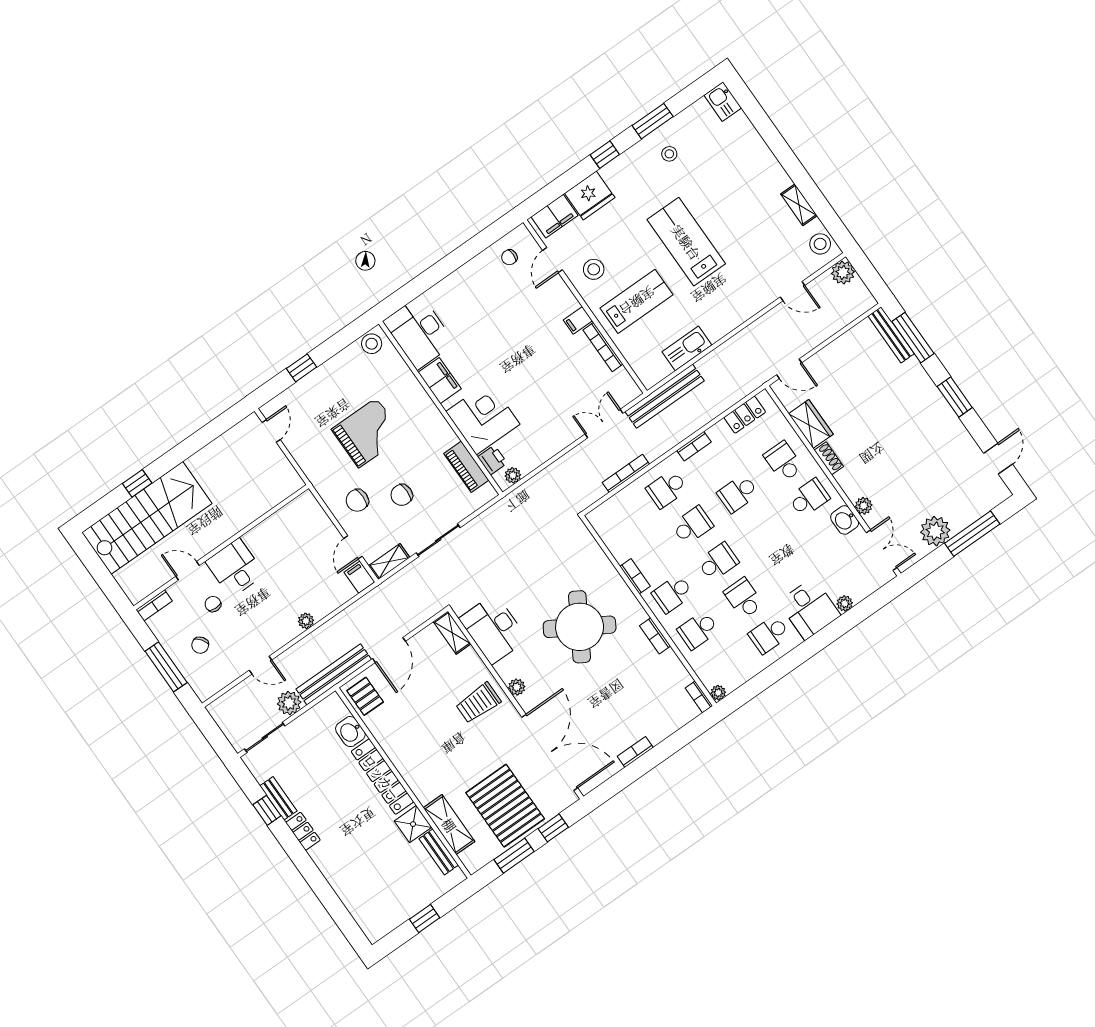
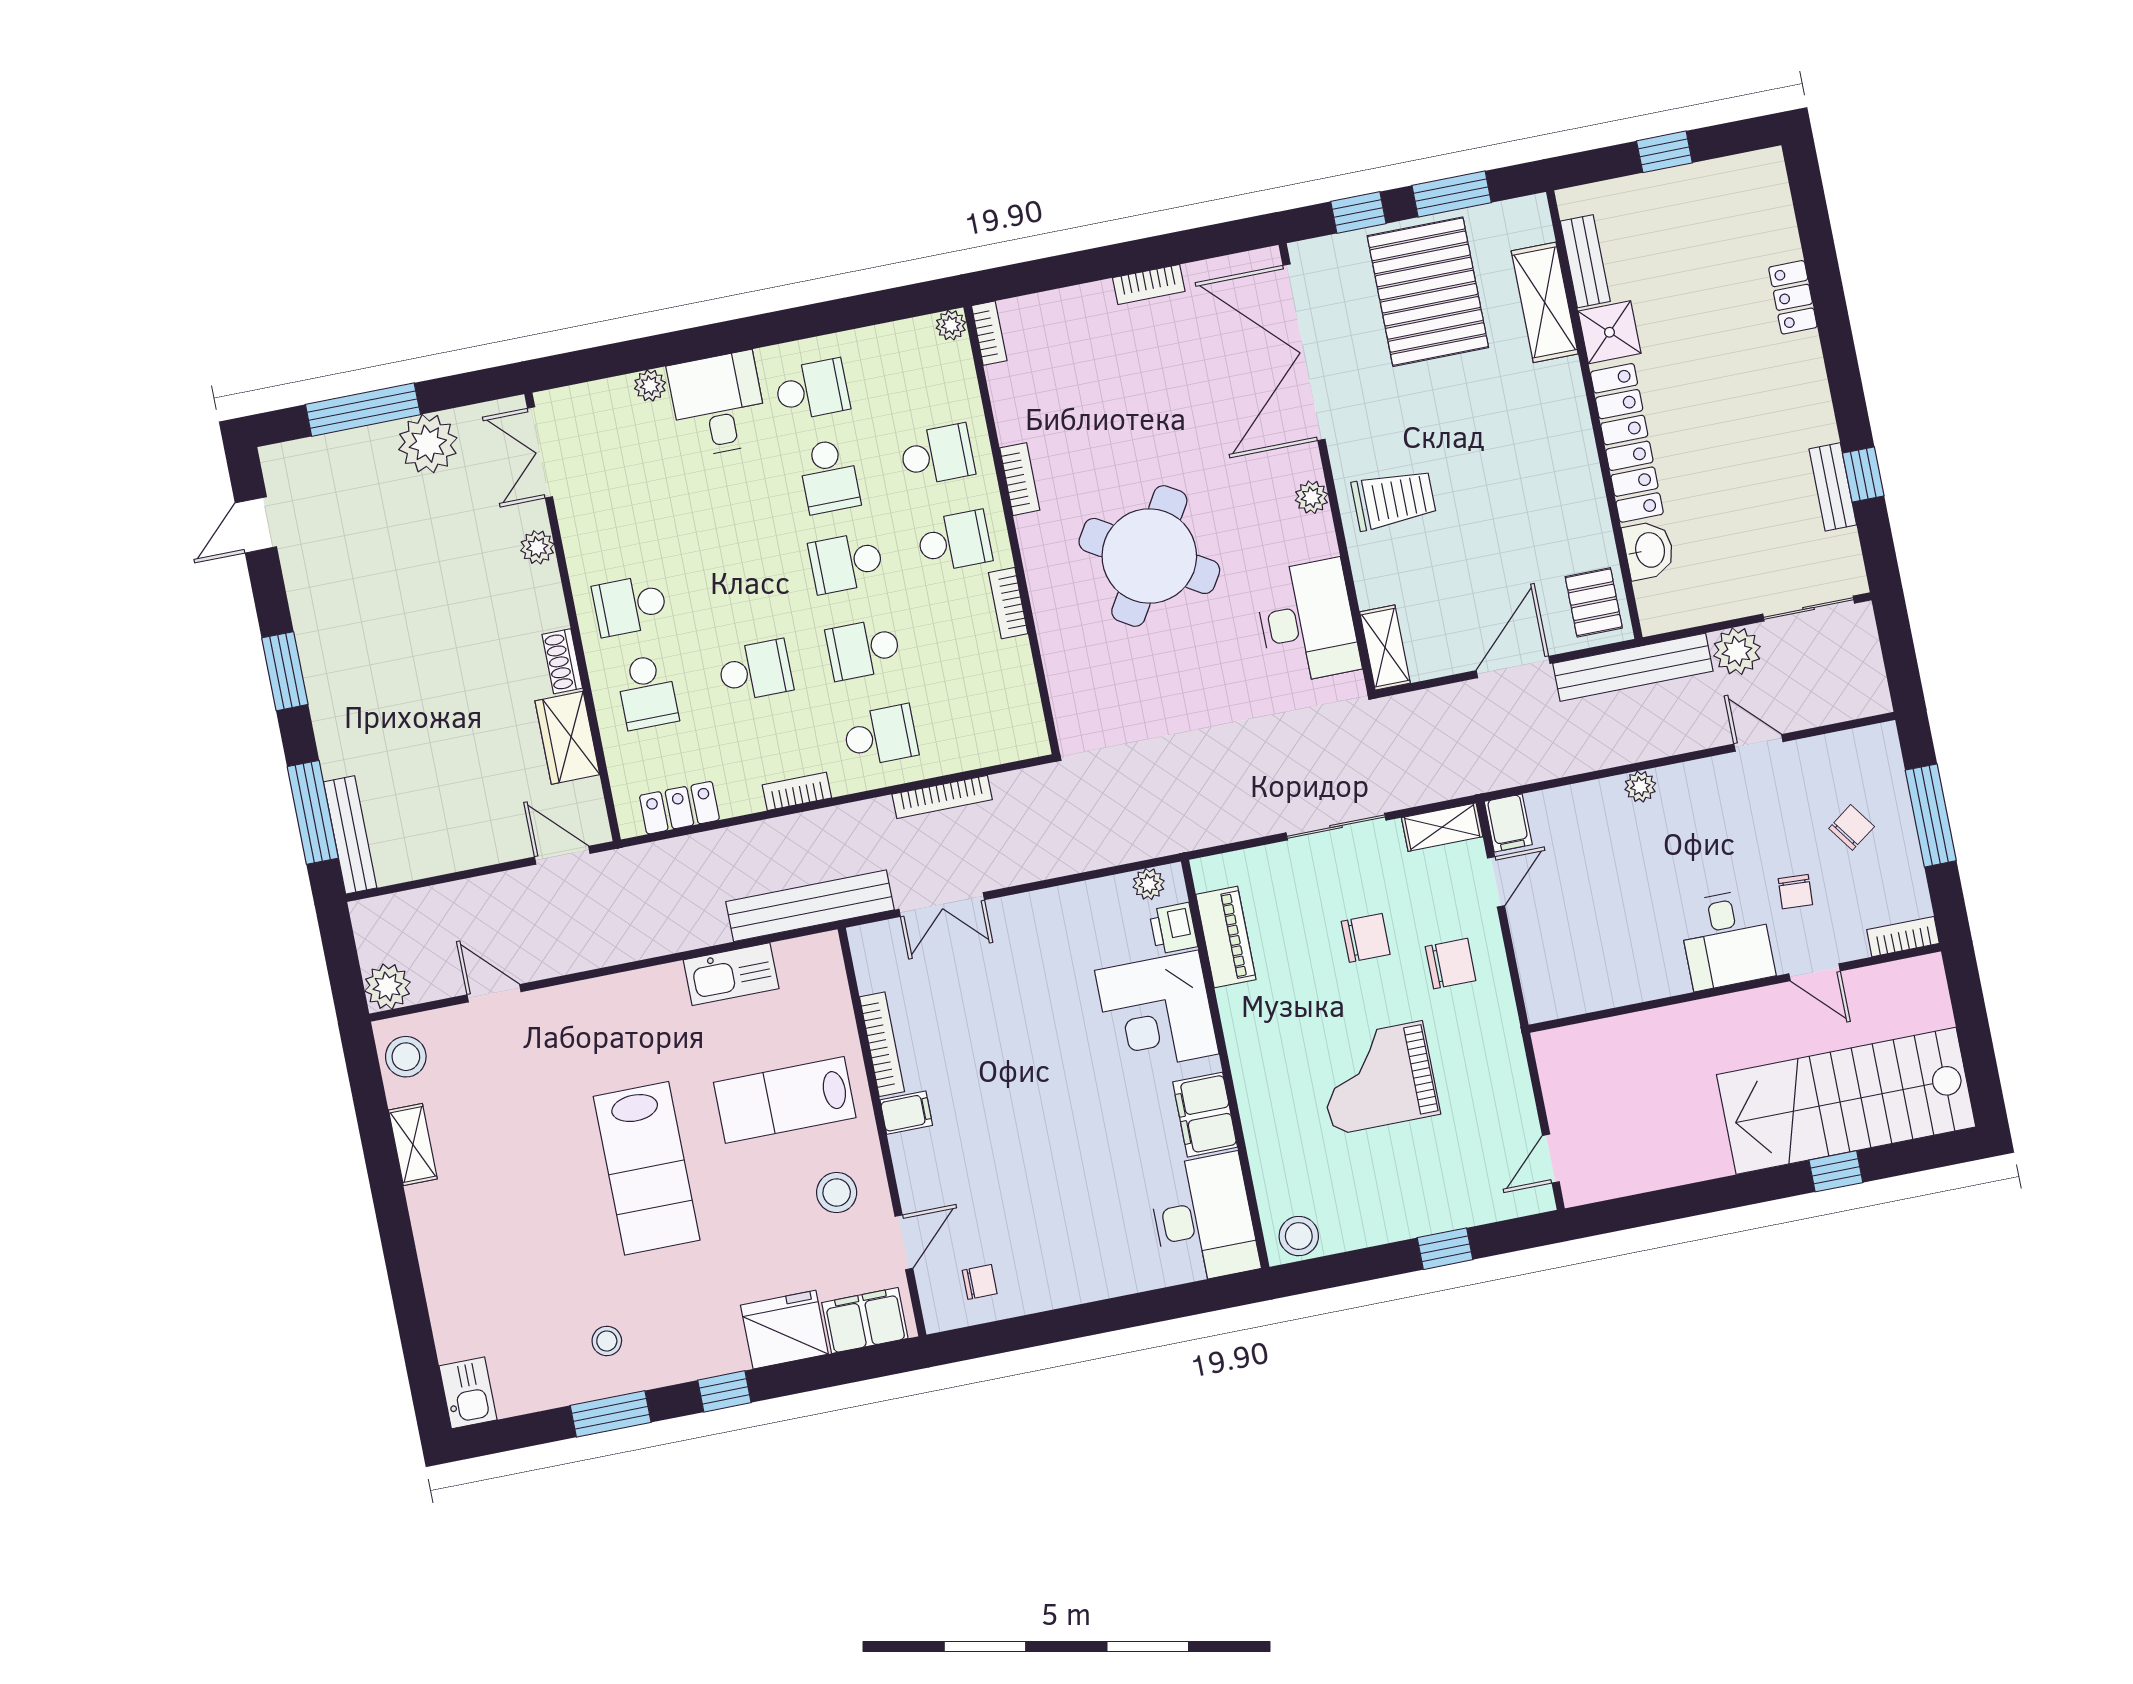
washbasin: (845, 520) -> (583, 537), removed
locker: (303, 831) -> (1793, 297), moved

